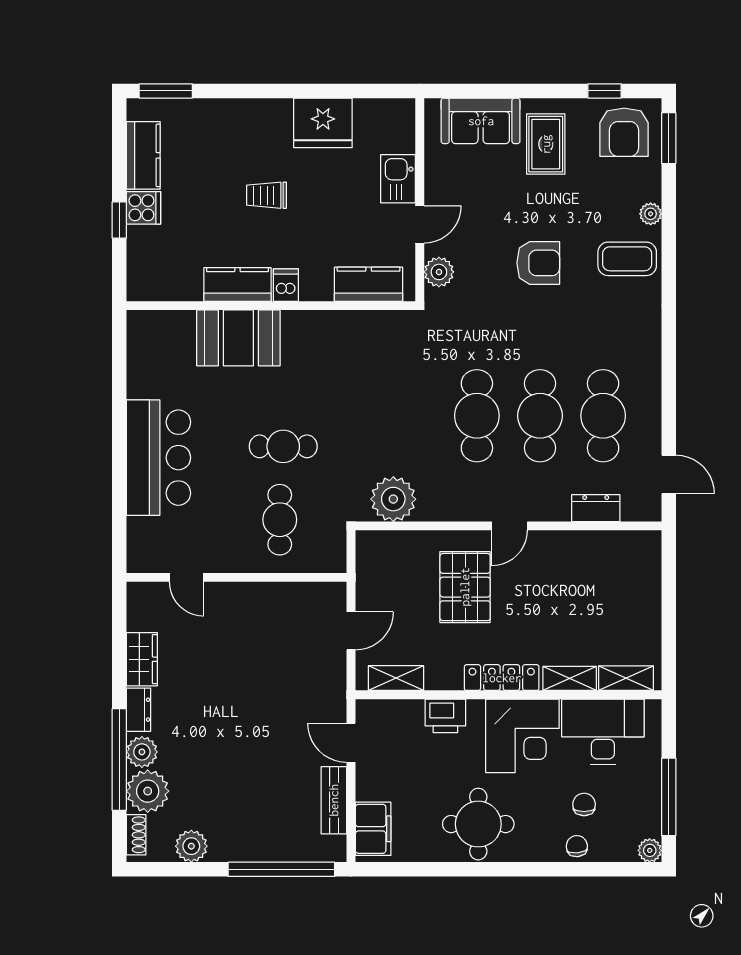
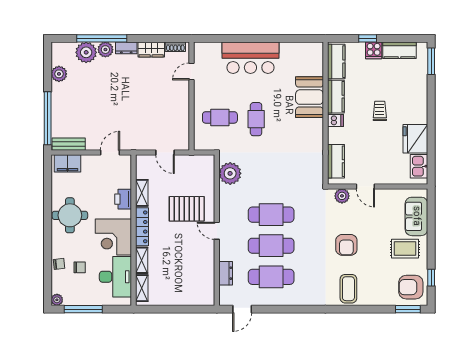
kitchen sink: (398, 179) -> (419, 166), moved, turned -90
plant: (651, 214) -> (371, 300), removed
kitchen counter: (166, 284) -> (336, 62), added
shelving: (396, 678) -> (142, 193), moved
bench: (334, 800) -> (69, 144), moved
shoe rack: (136, 835) -> (175, 47), moved

